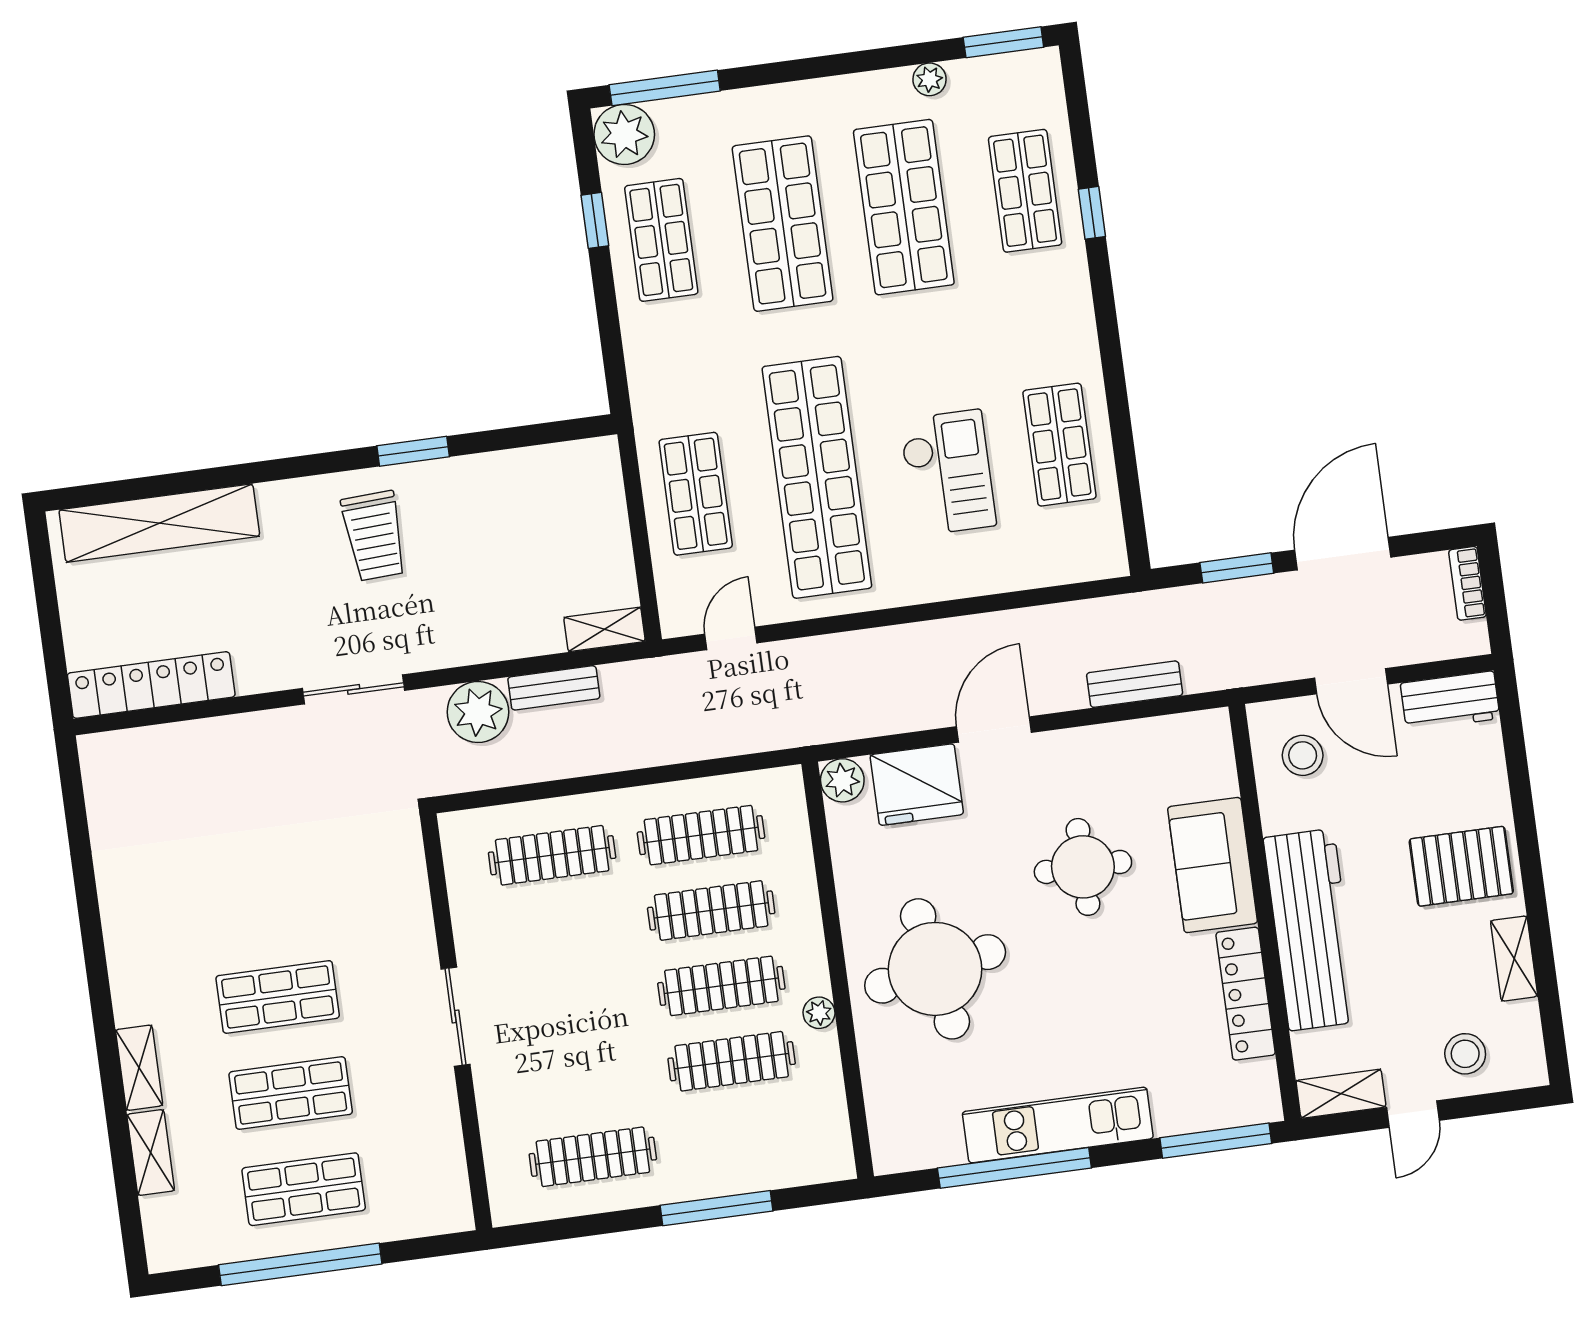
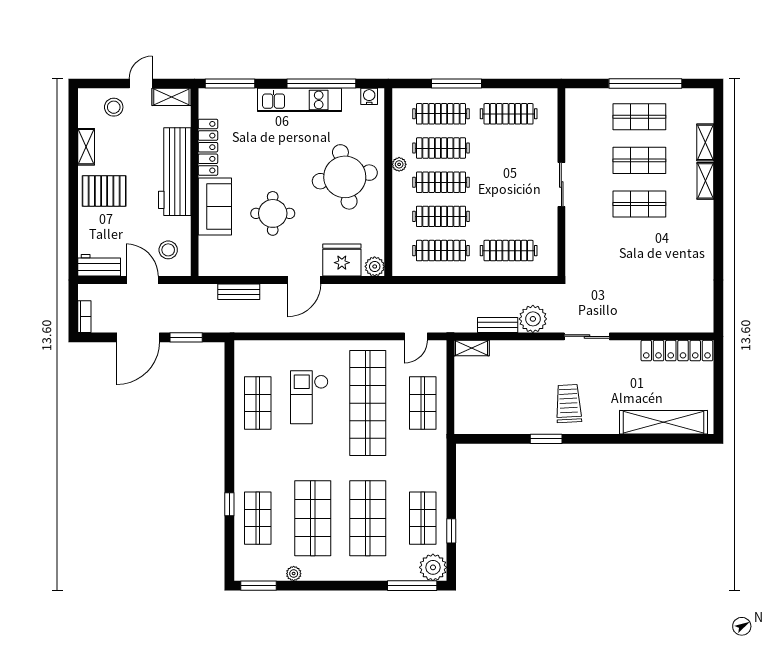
clothes rail: (742, 1137) -> (441, 114), added
water cooler: (905, 1154) -> (369, 96), added

